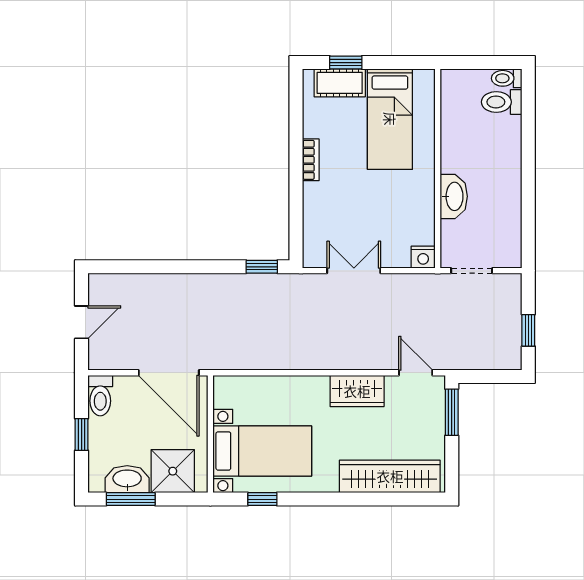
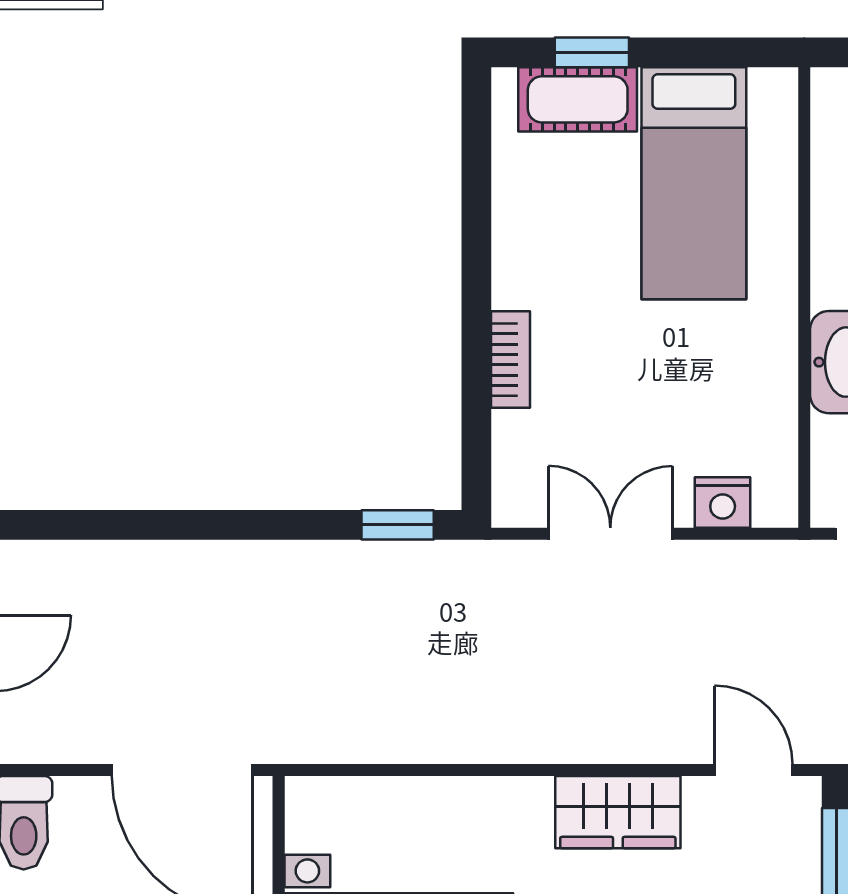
bookcase: (311, 160) -> (511, 360), moved
nightstand: (423, 257) -> (723, 502), moved

